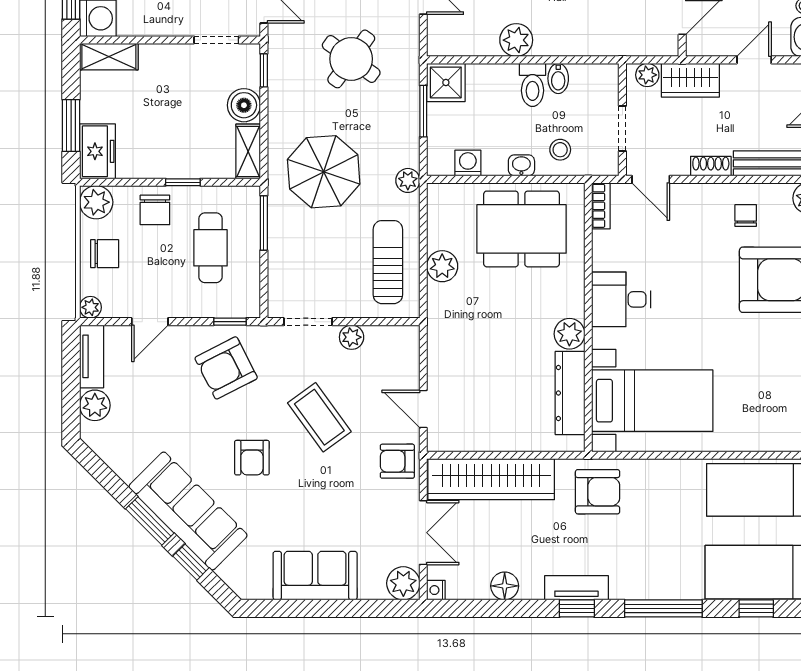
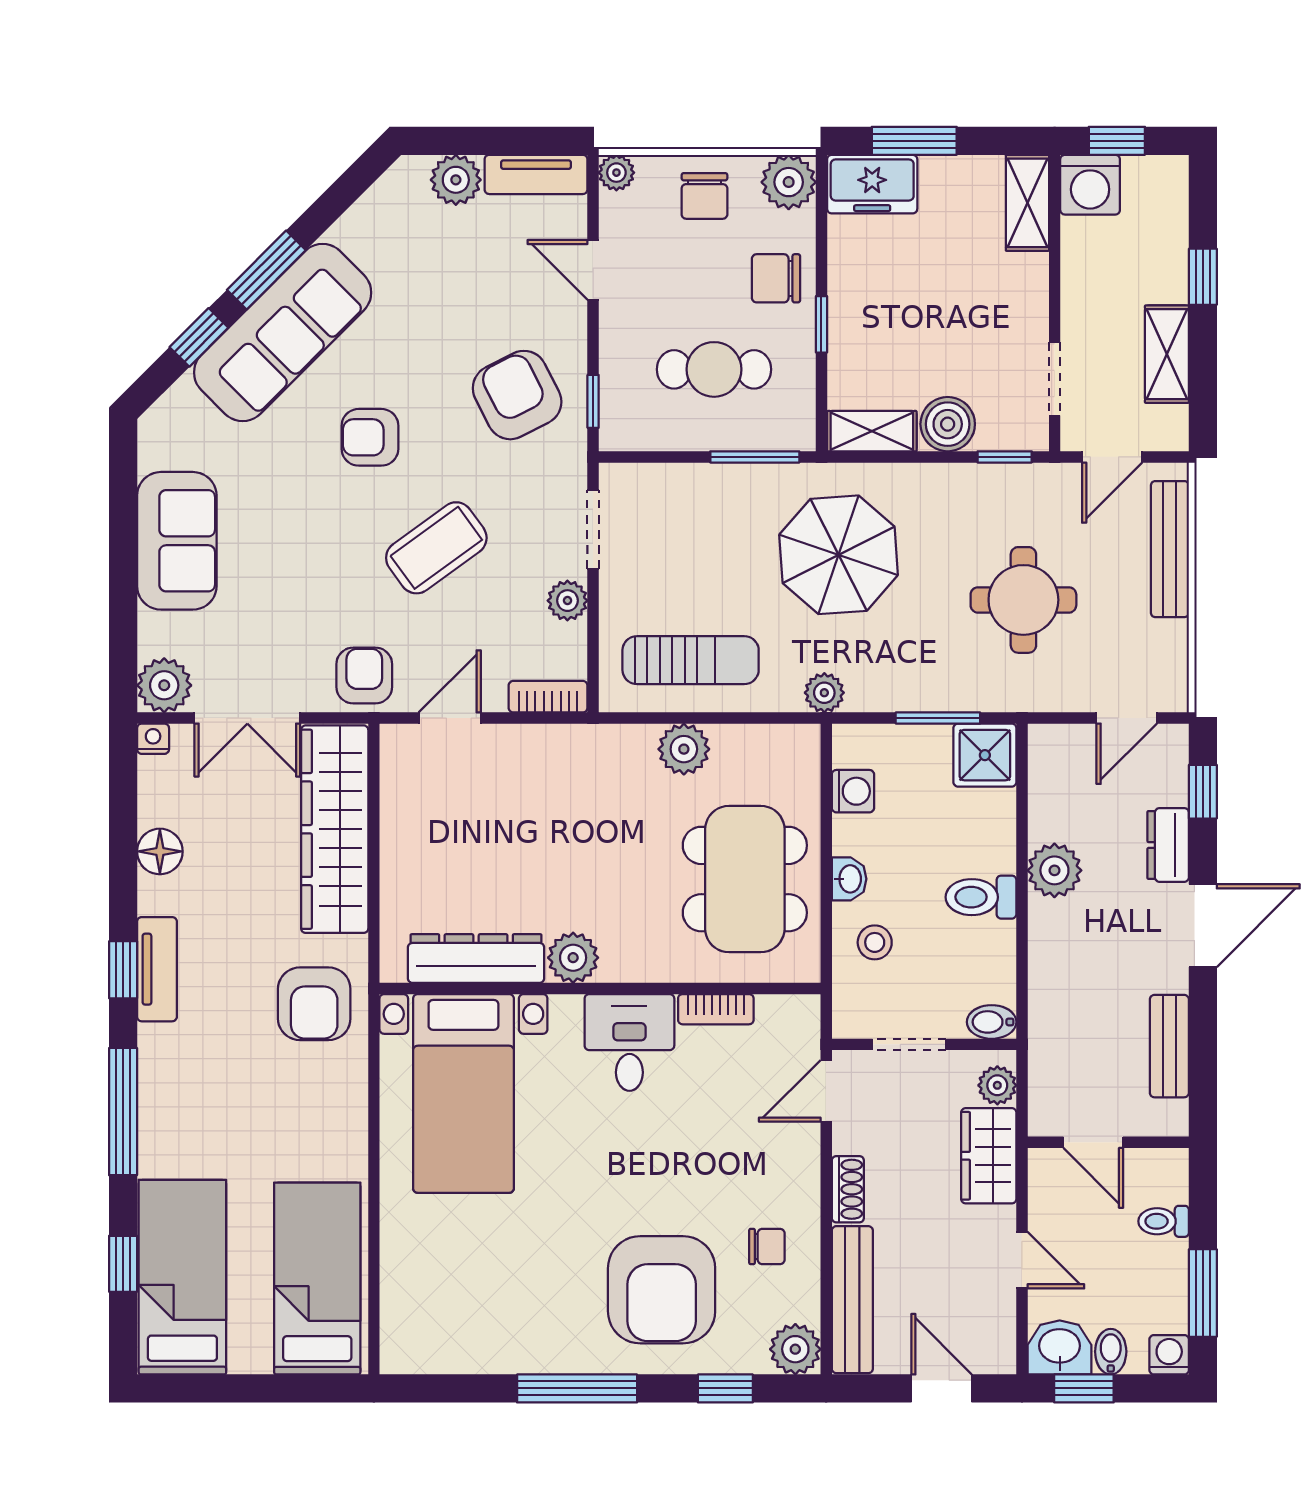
round table: (351, 59) -> (1023, 600), turned -36
bidet: (558, 78) -> (992, 1022), moved
bookcase: (601, 206) -> (716, 1009), moved
bookcase: (410, 349) -> (548, 697), added

